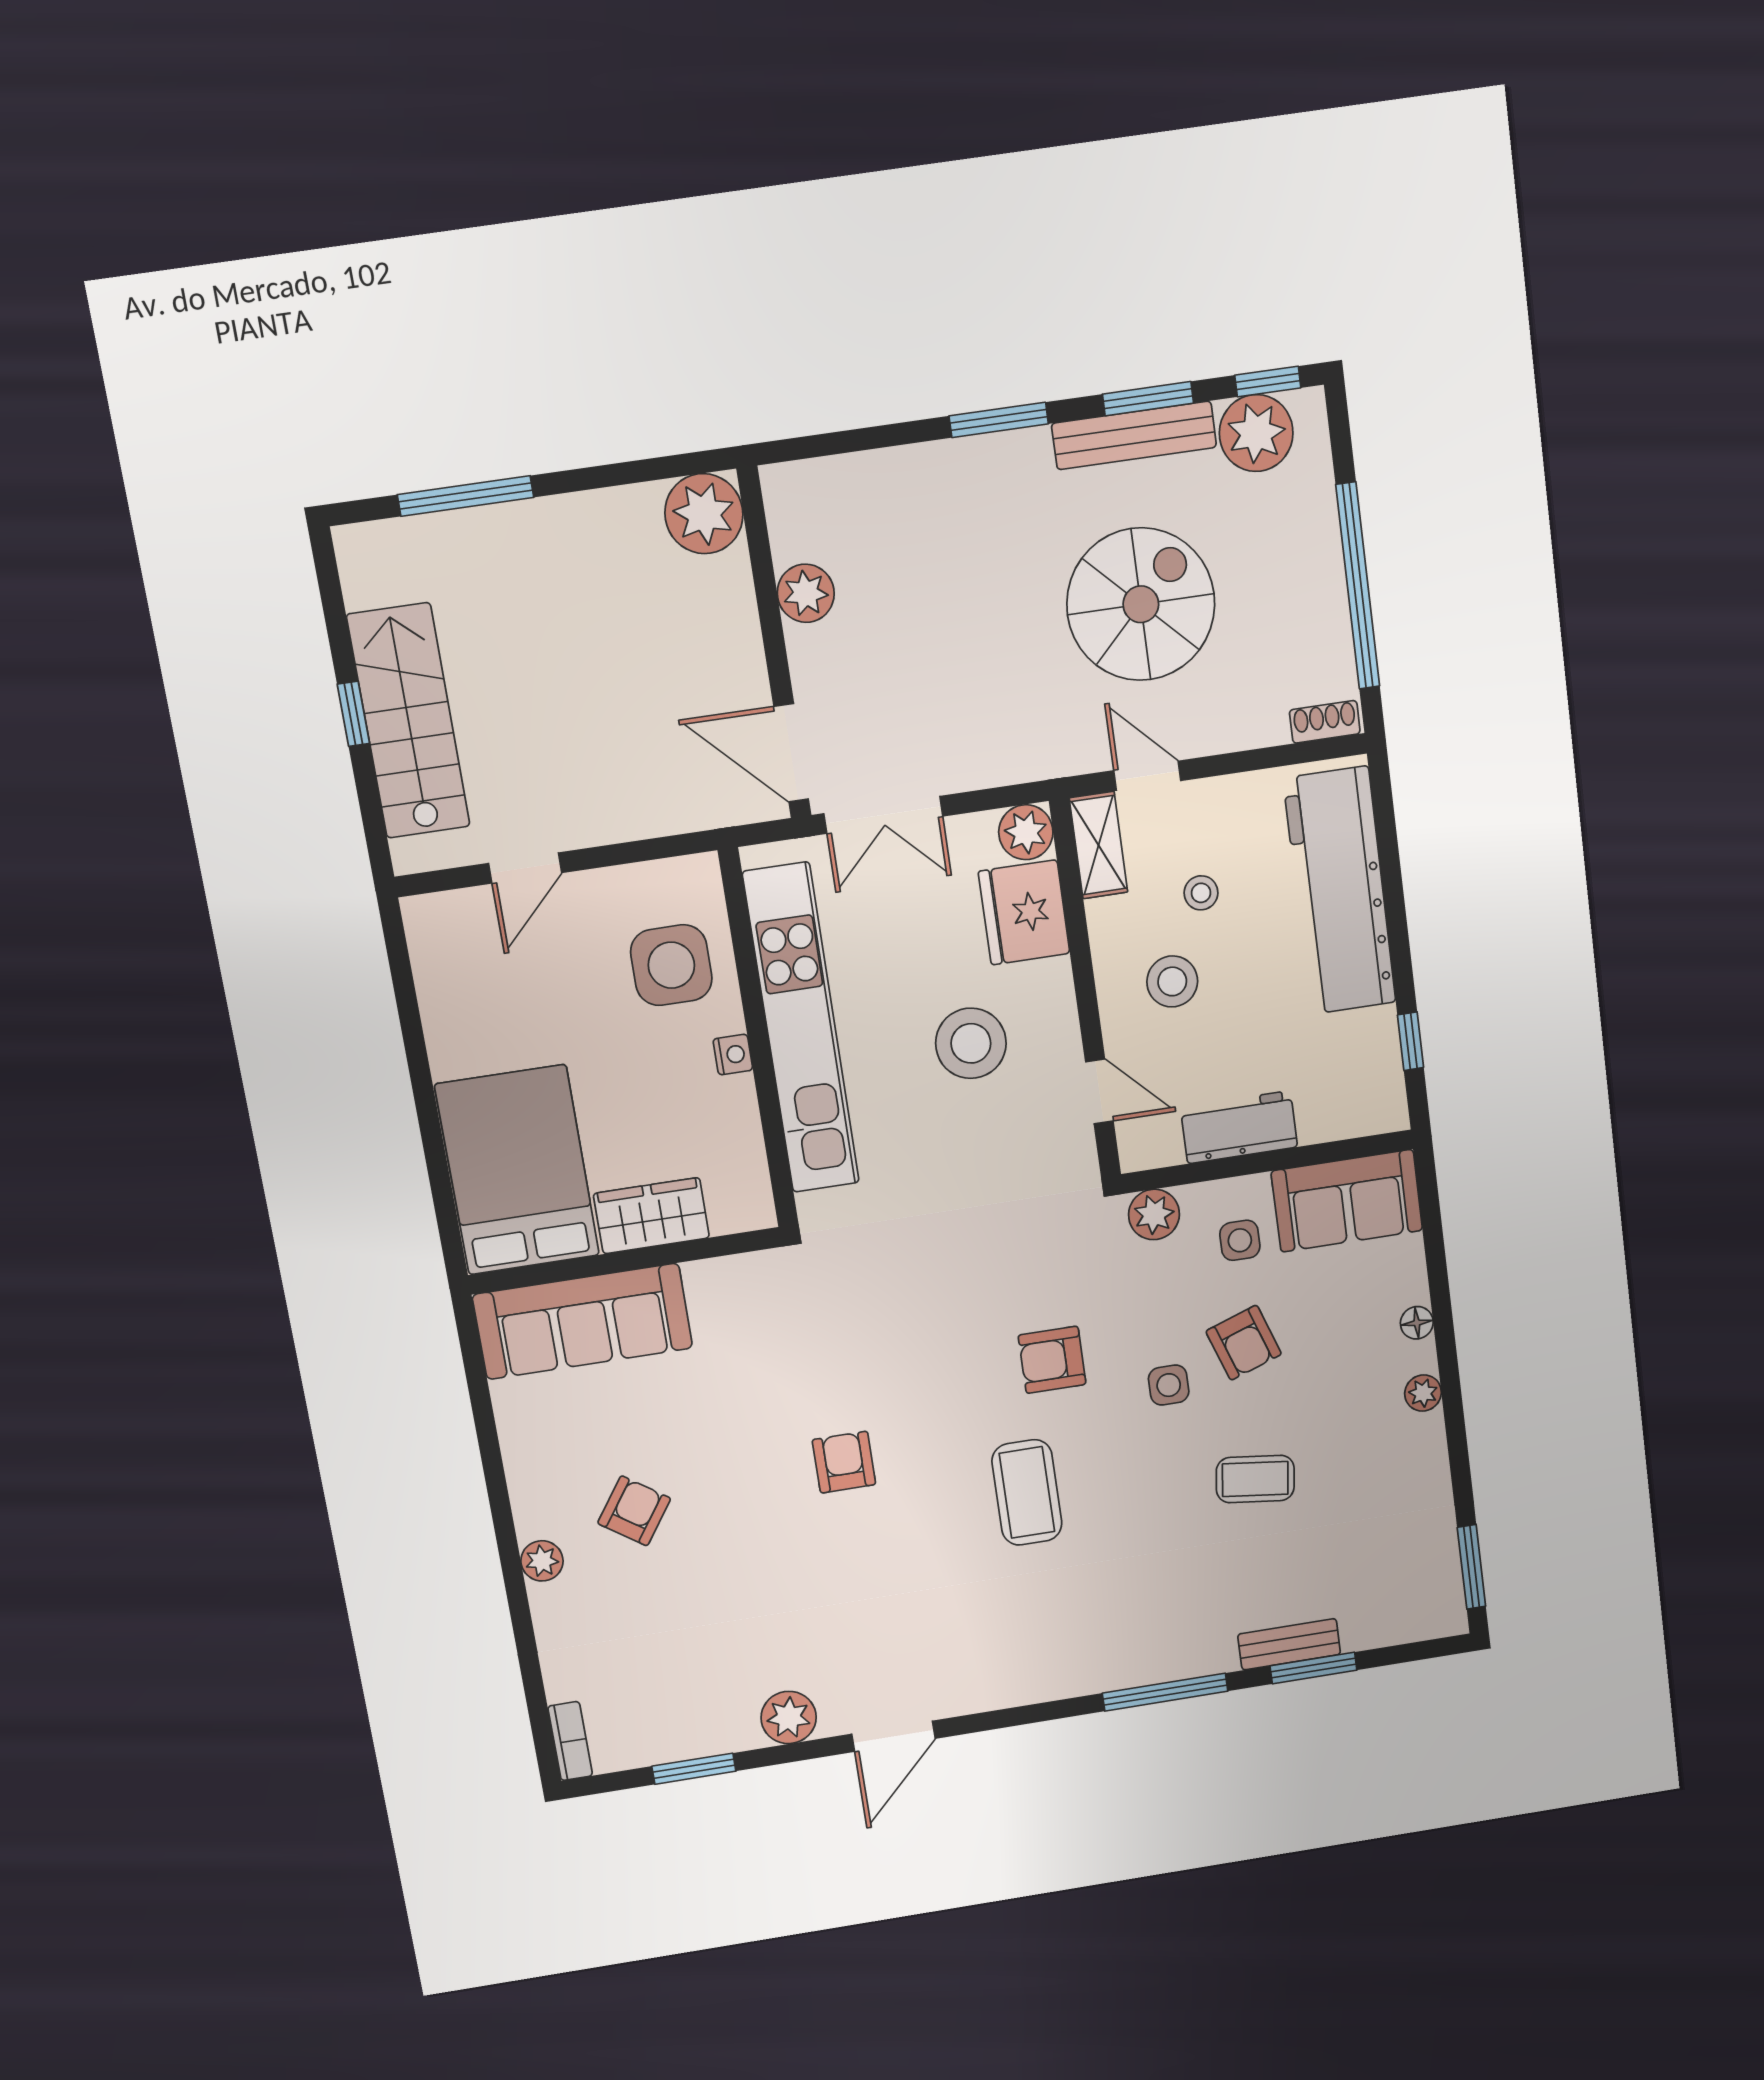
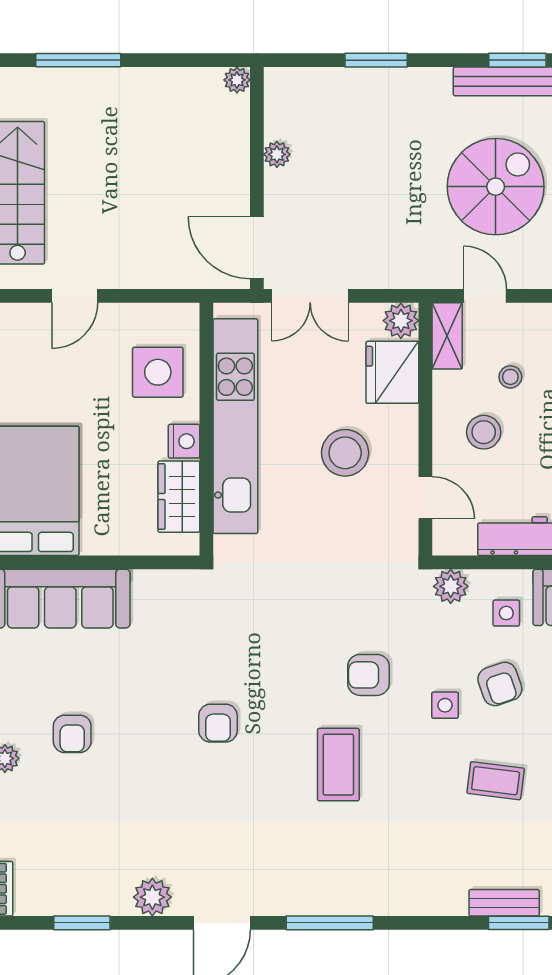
window: (999, 420) -> (376, 60), moved
plant: (704, 514) -> (237, 80), width x0.53, depth x0.53
plant: (806, 593) -> (277, 154), width x0.73, depth x0.73
nightstand: (733, 1055) -> (184, 441), width x1.39, depth x1.35
wardrobe: (651, 1216) -> (179, 497), moved, turned -90
armchair: (844, 1462) -> (218, 723), turned 180
armchair: (634, 1511) -> (72, 734), turned 145
window: (1165, 1692) -> (330, 923), moved

